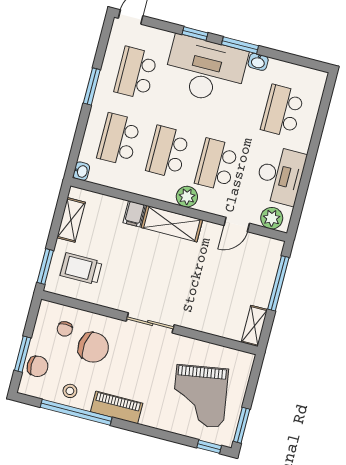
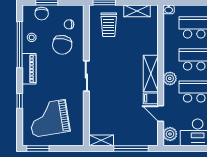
filing cabinet: (134, 214) -> (151, 98), moved
trolley: (81, 269) -> (109, 25), turned 180
window: (209, 447) -> (20, 101), moved

